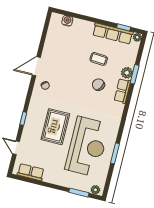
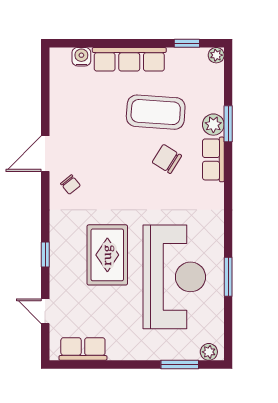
row of seats: (113, 33) -> (129, 59), moved
coffee table: (99, 59) -> (156, 112), width x1.86, depth x1.72

